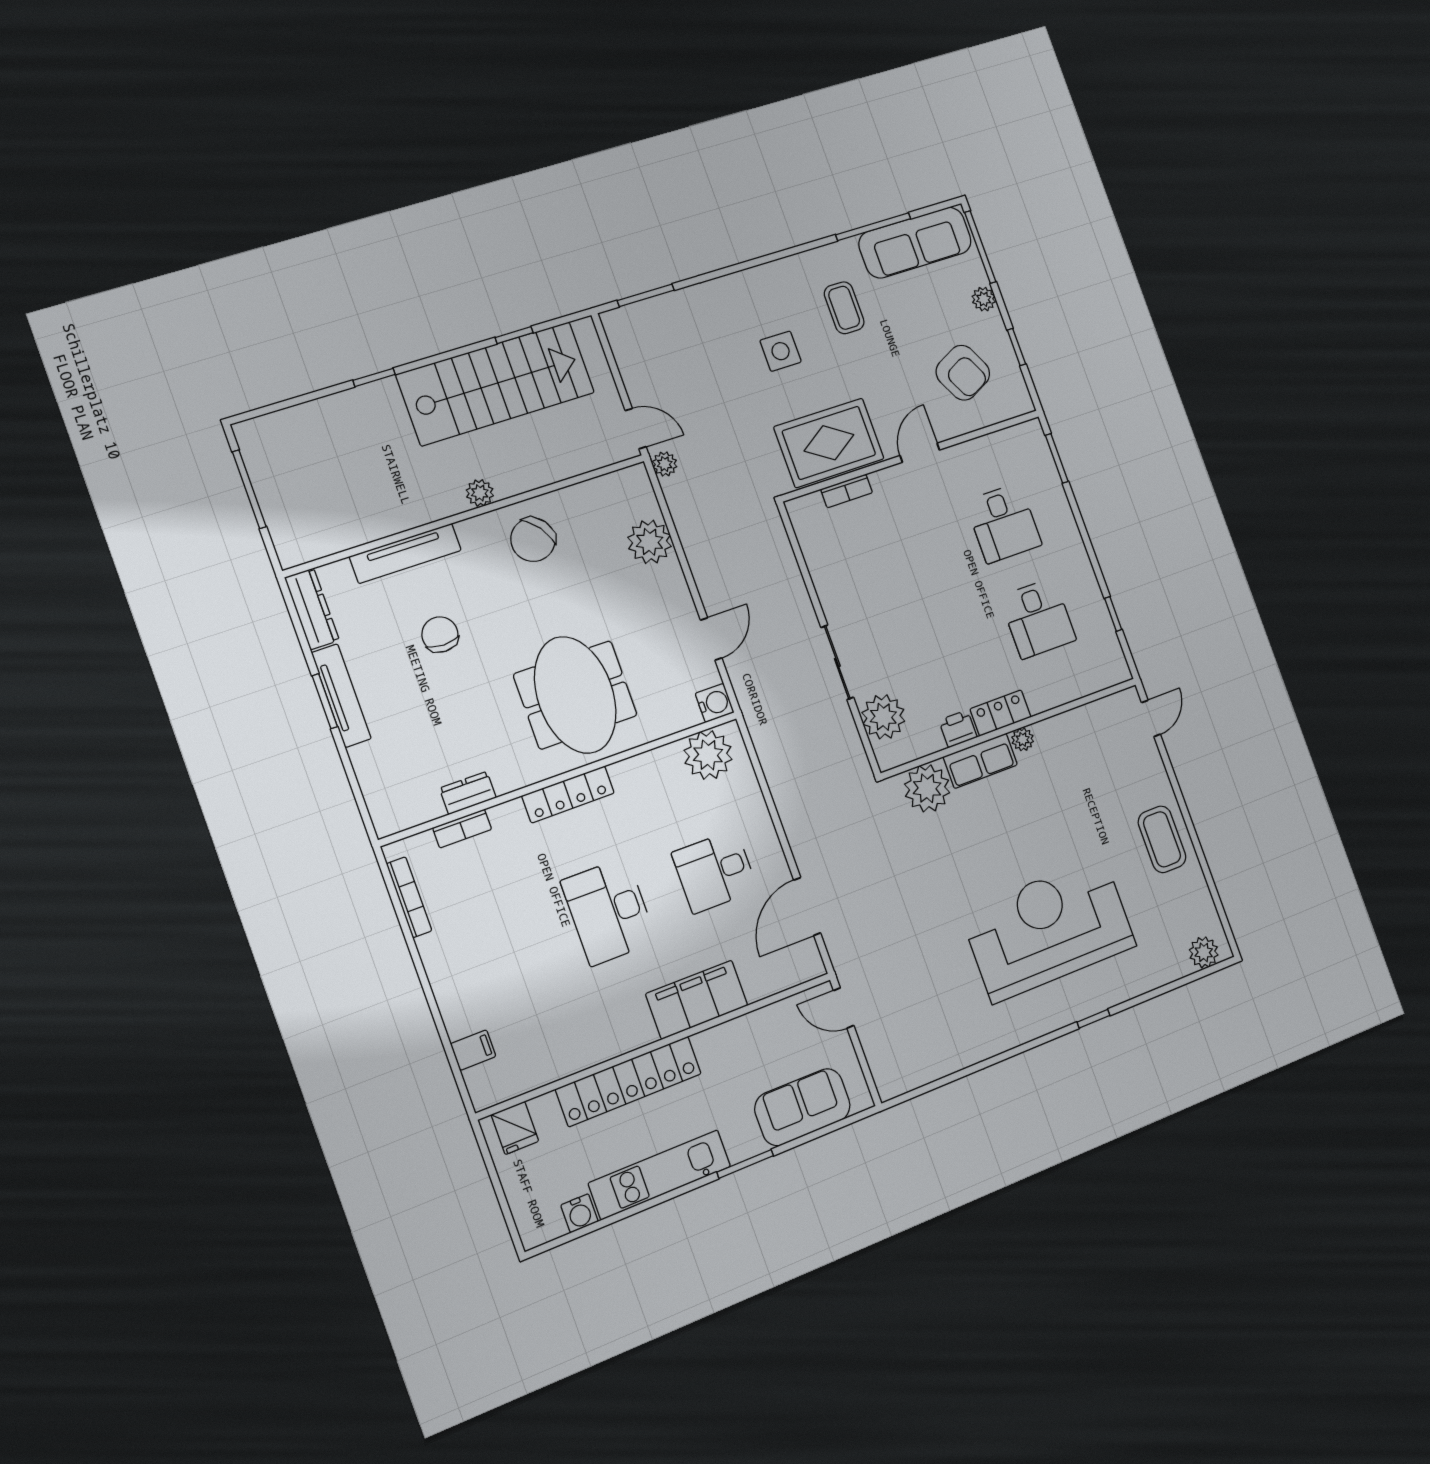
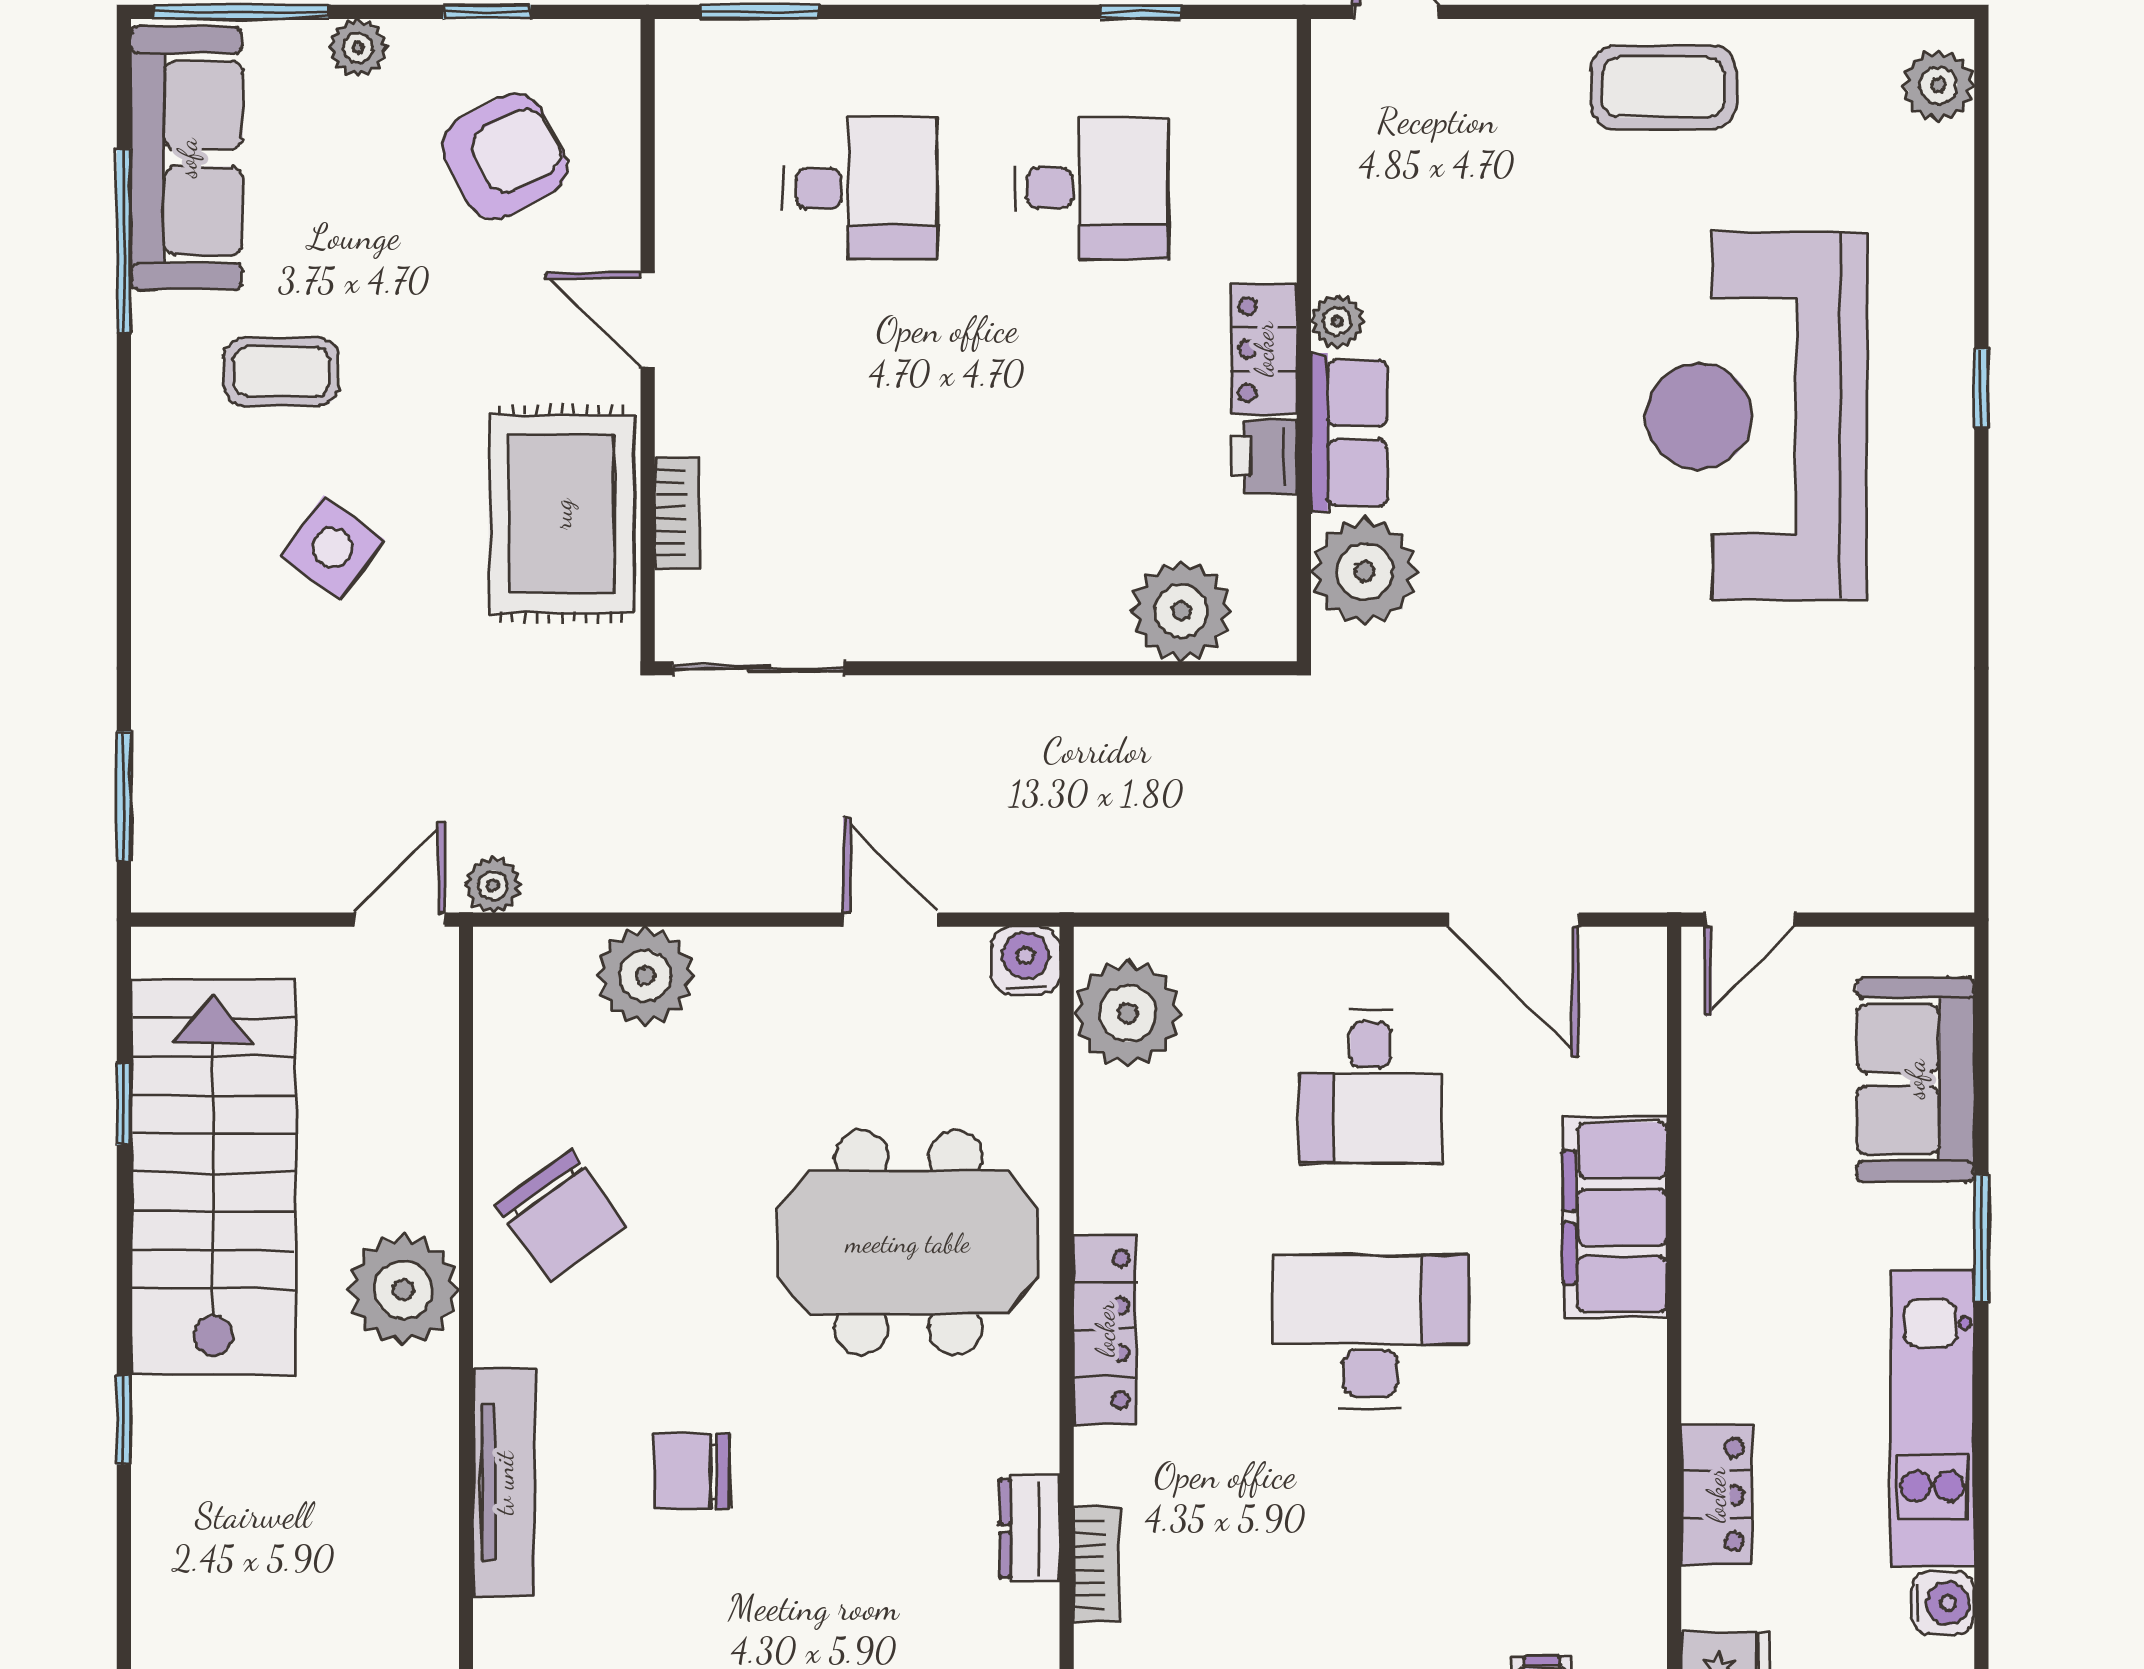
side table: (781, 351) -> (332, 548), turned 36
plant: (480, 493) -> (403, 1290), width x1.87, depth x1.87
sliding door: (837, 662) -> (759, 668), moved
desk: (609, 911) -> (1370, 1332), turned 180
locker: (629, 1081) -> (1716, 1495), width x0.46, depth x0.83

